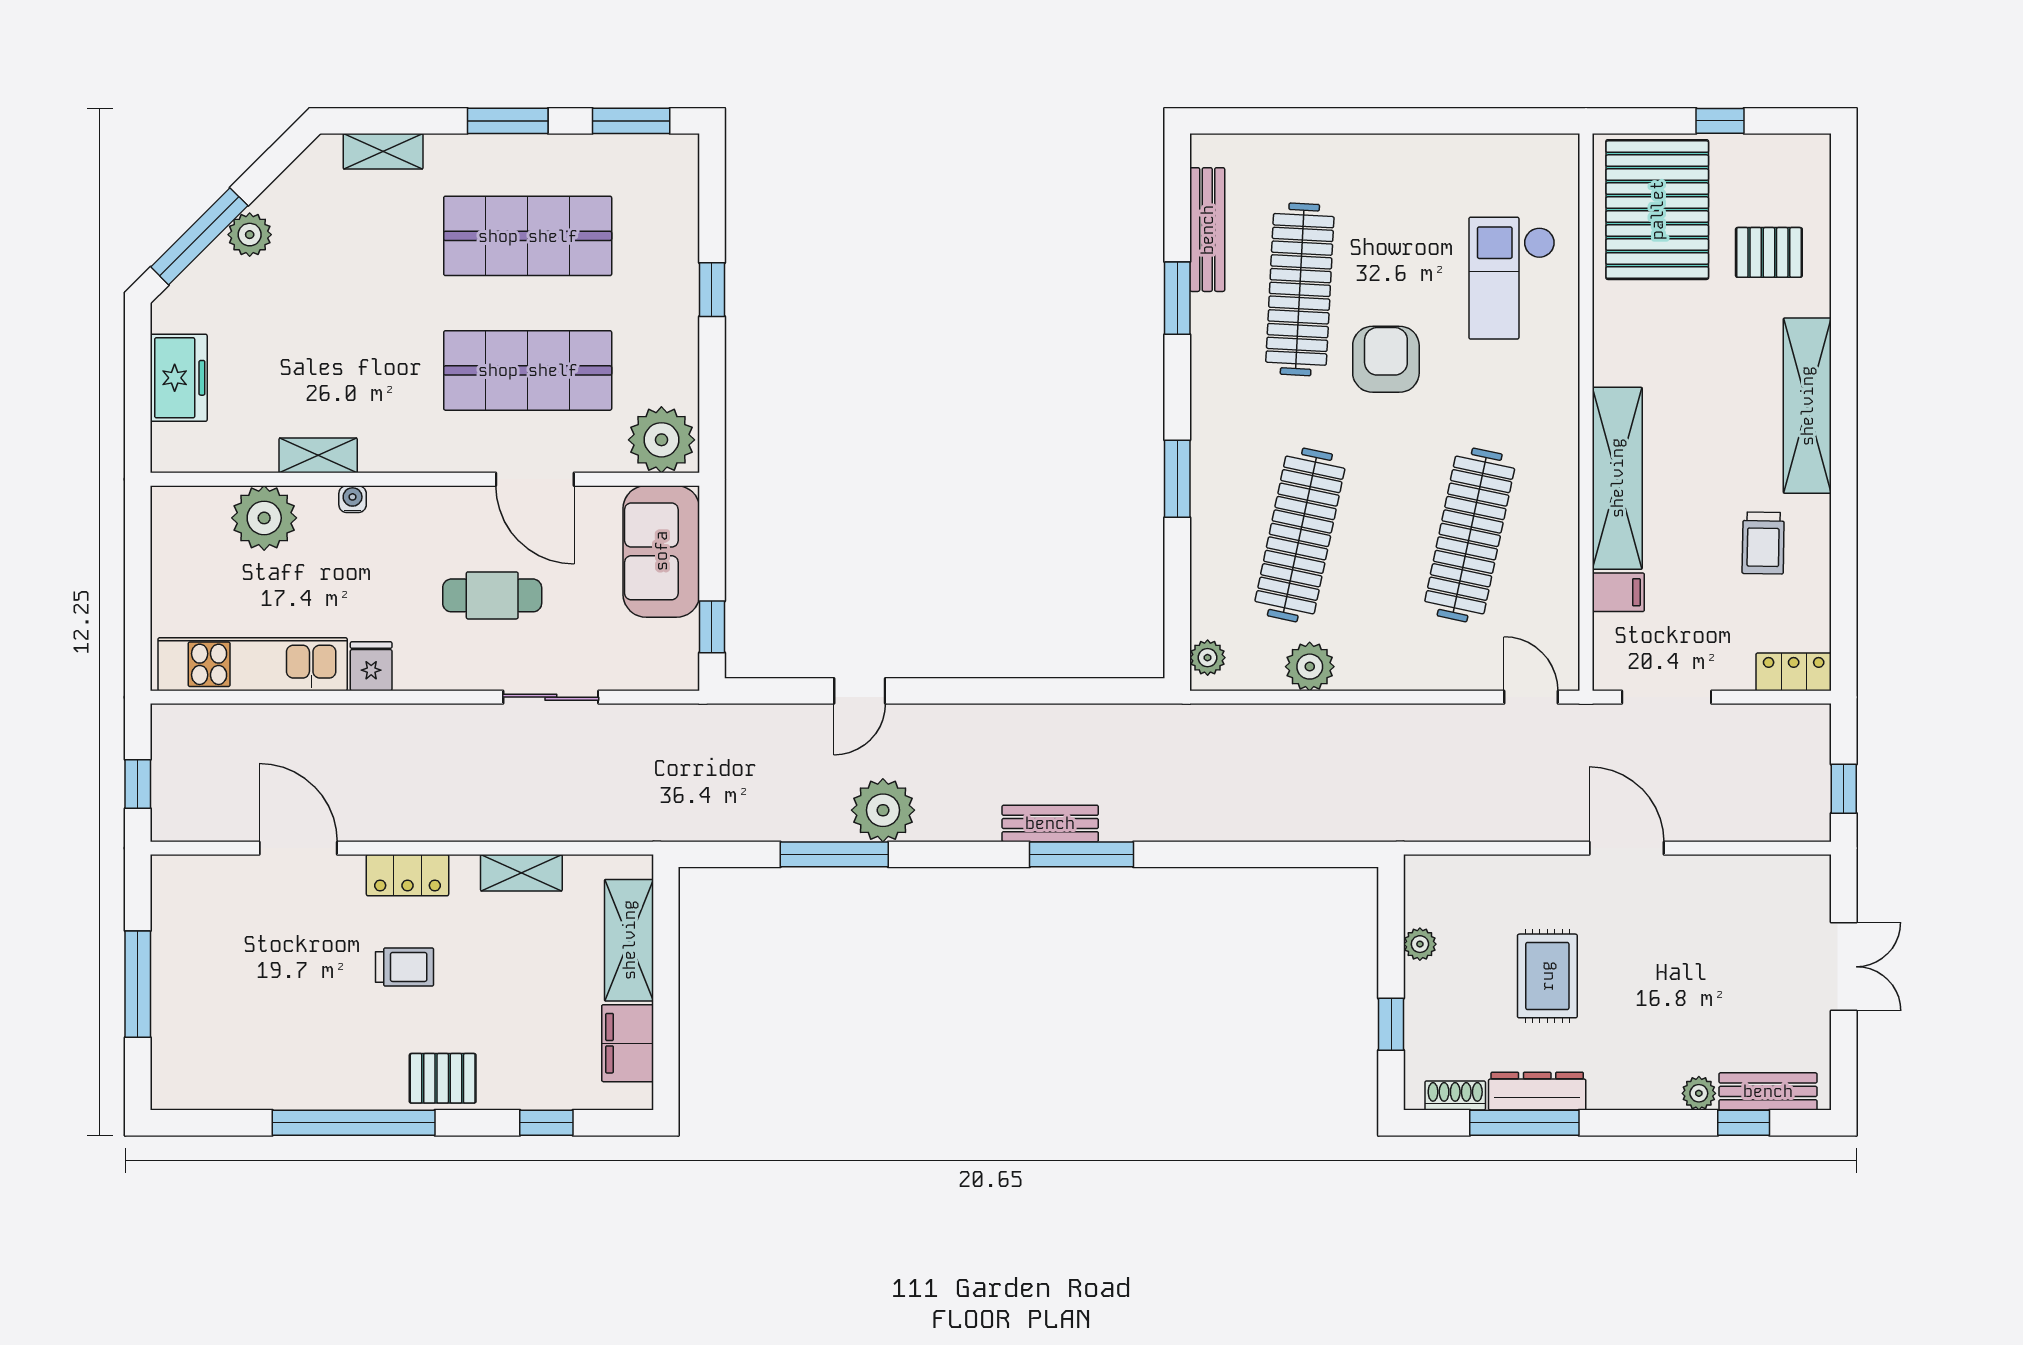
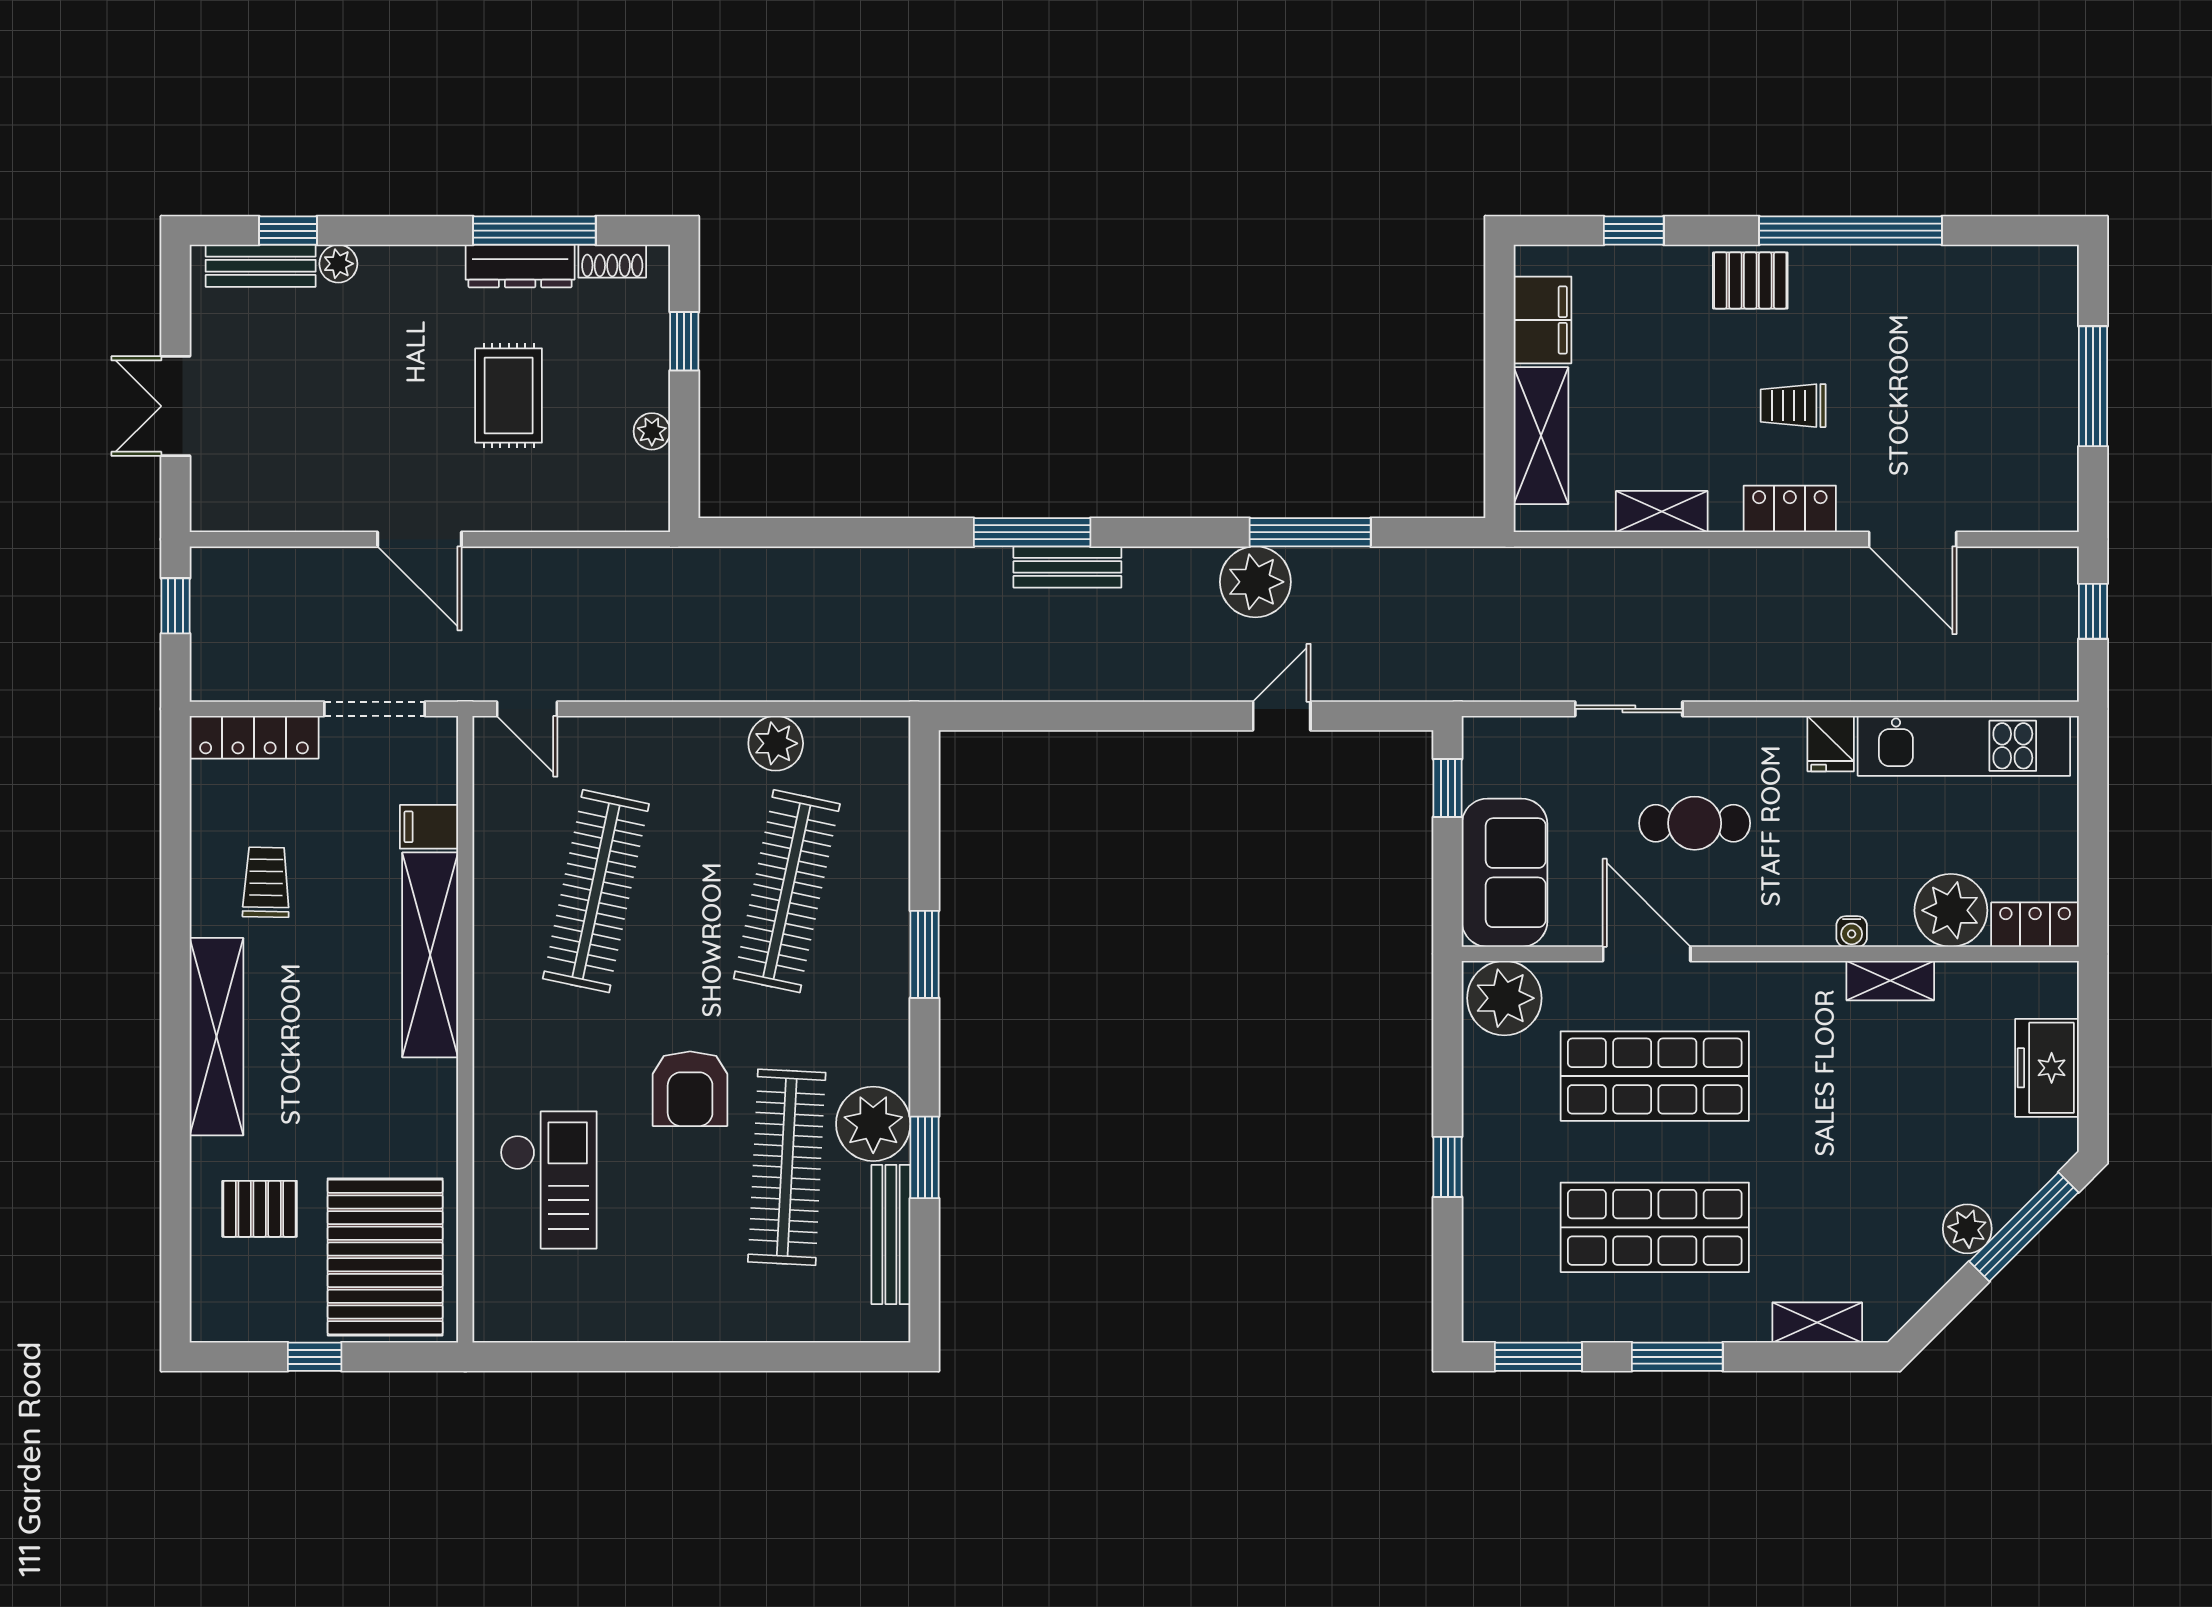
locker: (189, 505) -> (2035, 925), added
plant: (1208, 658) -> (873, 1124), moved, width x1.87, depth x1.87
locker: (1794, 672) -> (254, 737), width x1.53

